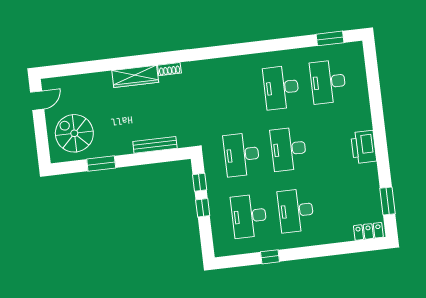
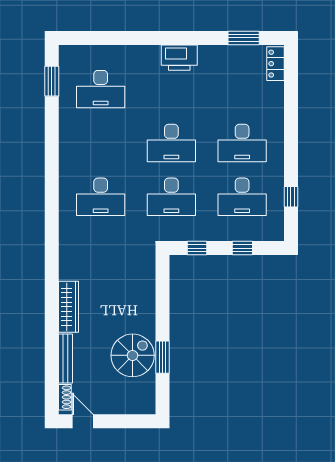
shoe rack: (169, 69) -> (65, 397), moved
desk: (281, 87) -> (101, 197), moved
spiral stairs: (74, 133) -> (133, 355), moved, turned 180
bench: (155, 145) -> (65, 358), moved
window: (203, 208) -> (242, 248), moved
window: (270, 257) -> (291, 197), moved

